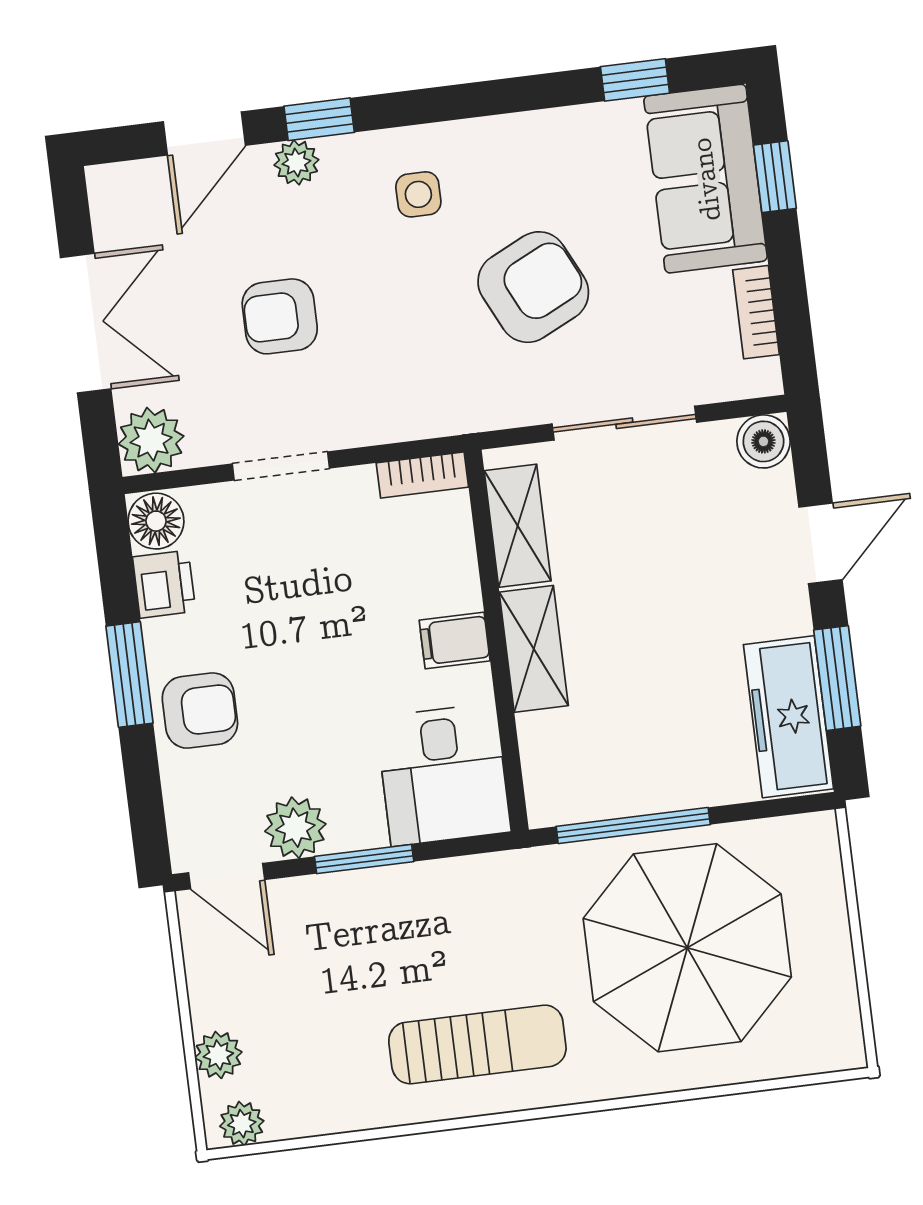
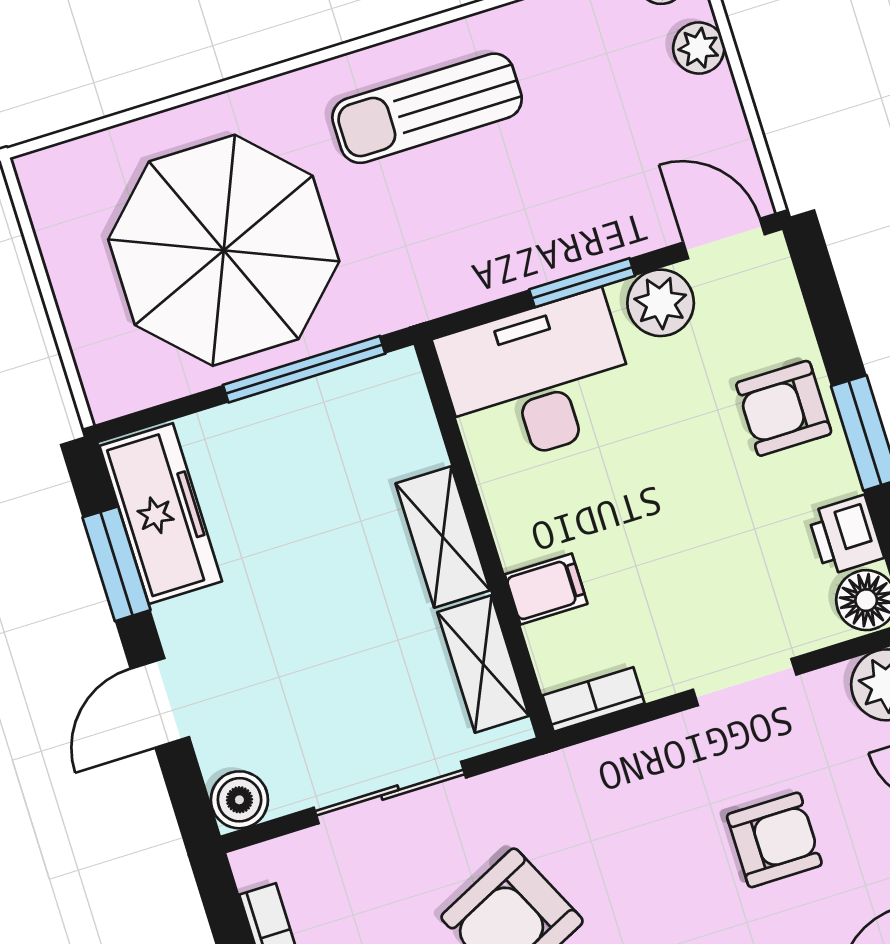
filing cabinet: (455, 640) -> (546, 589), moved
desk: (443, 775) -> (538, 380), width x1.37

